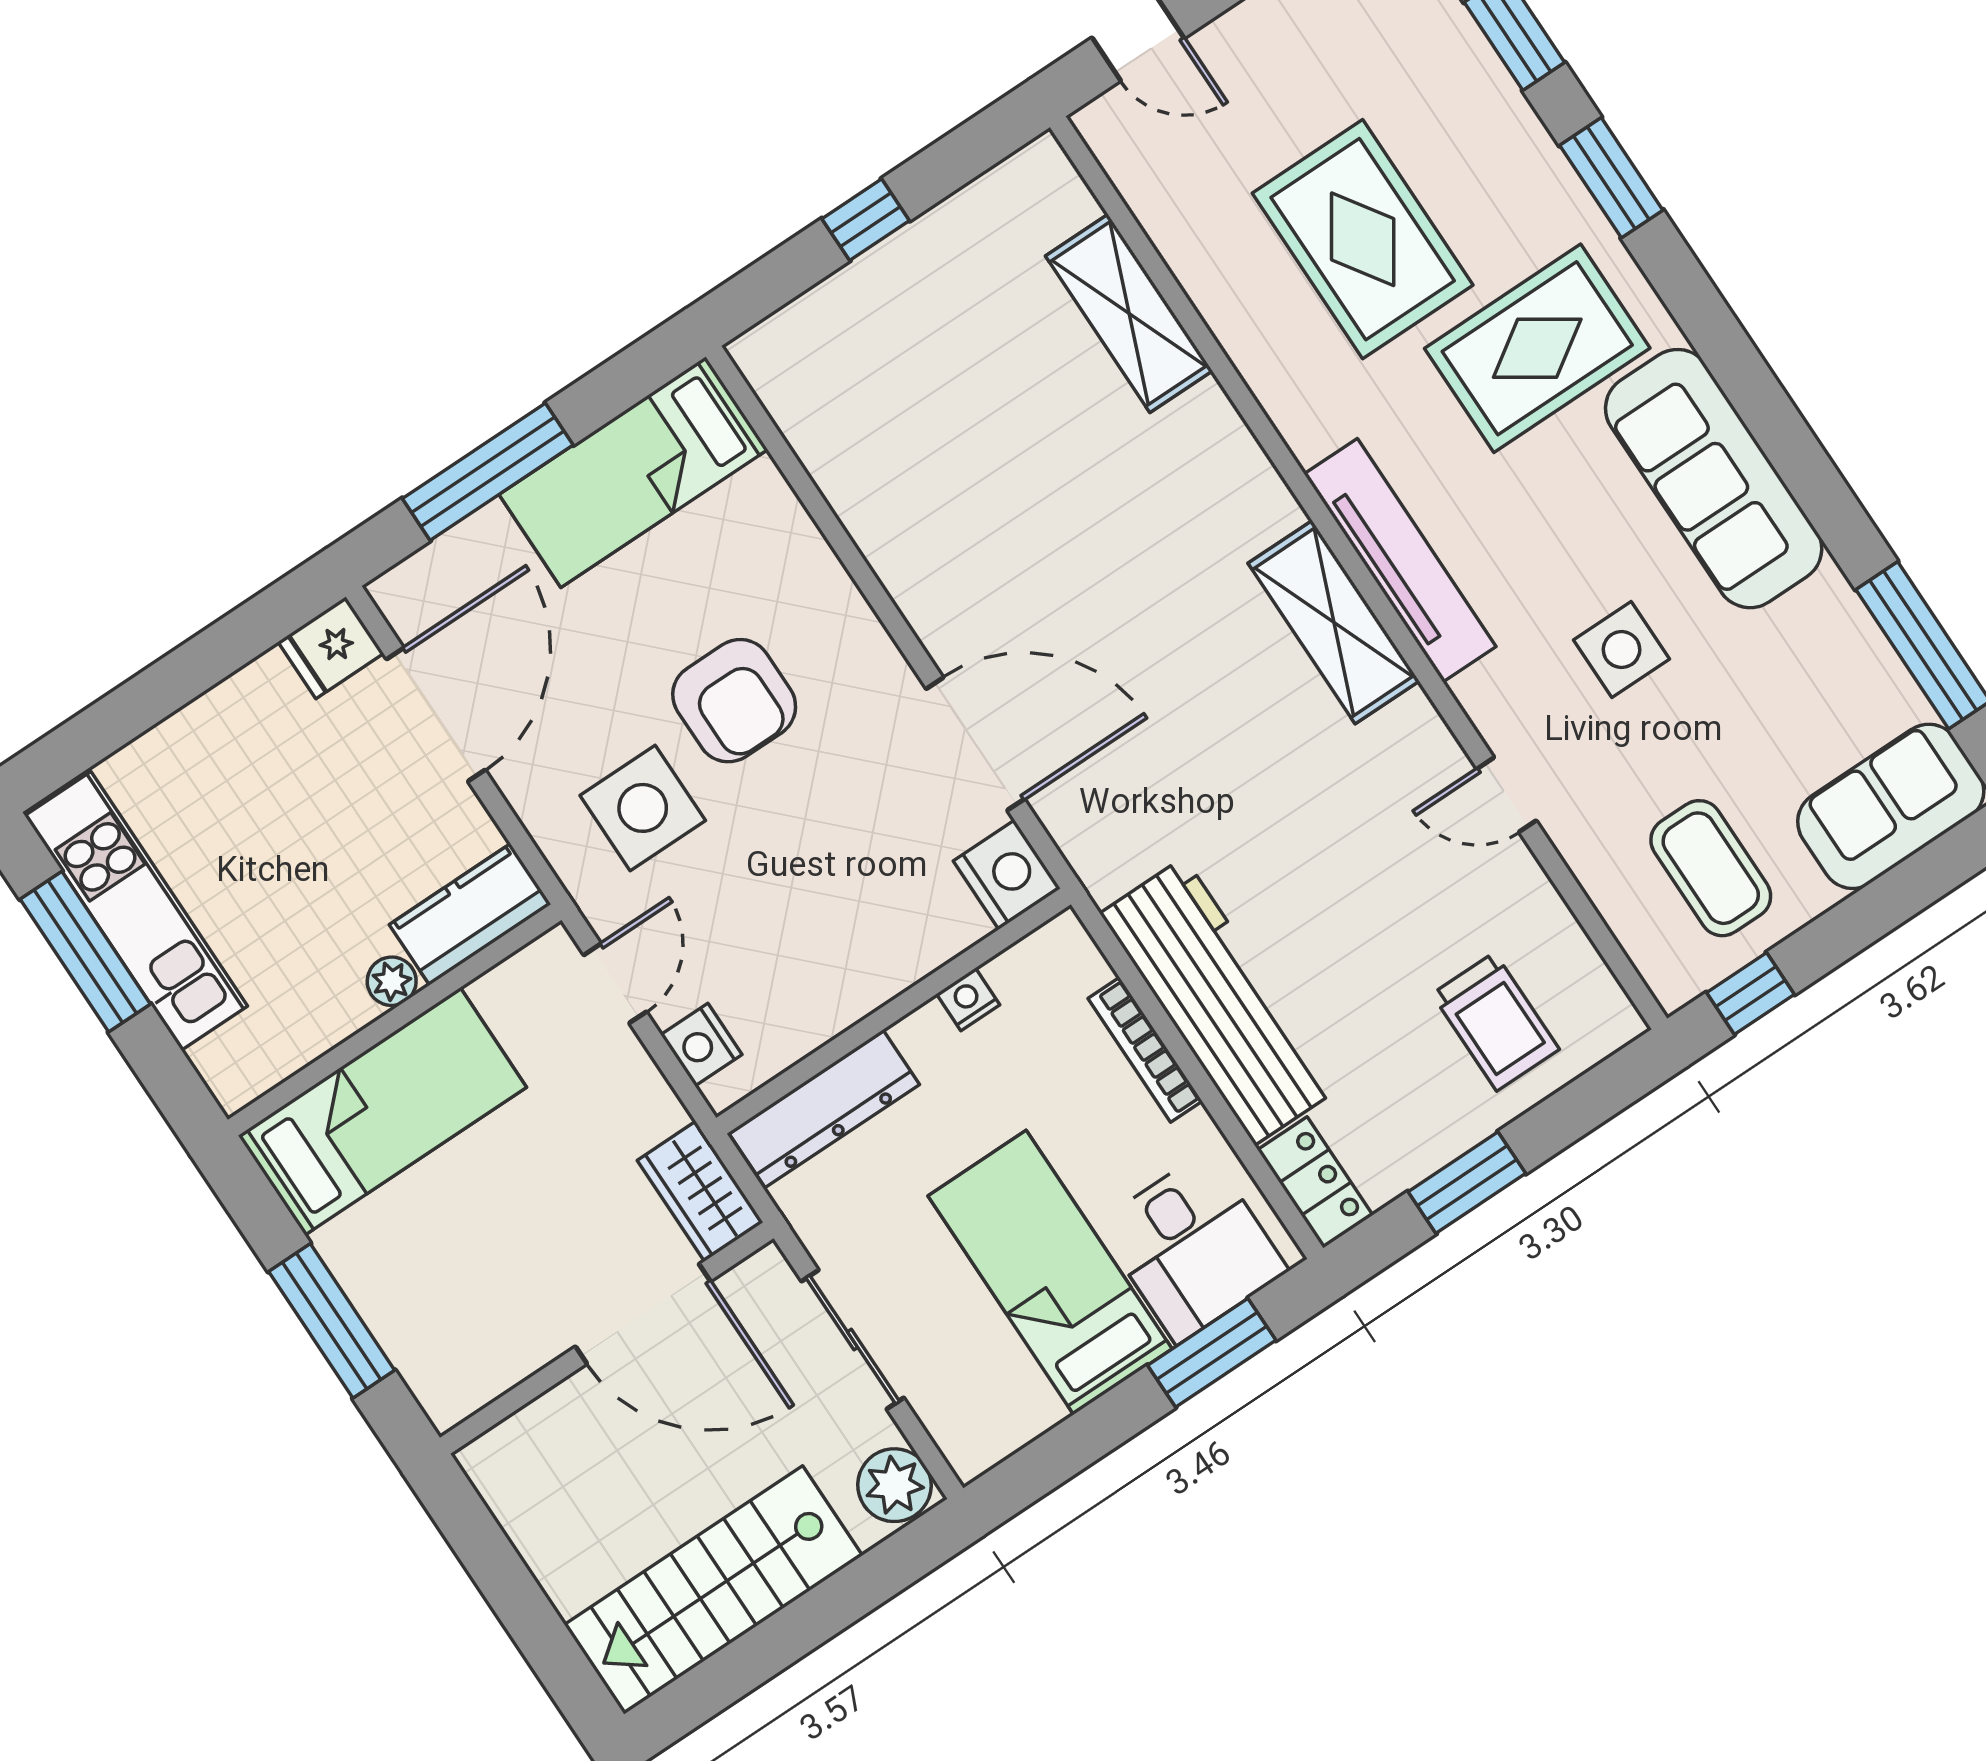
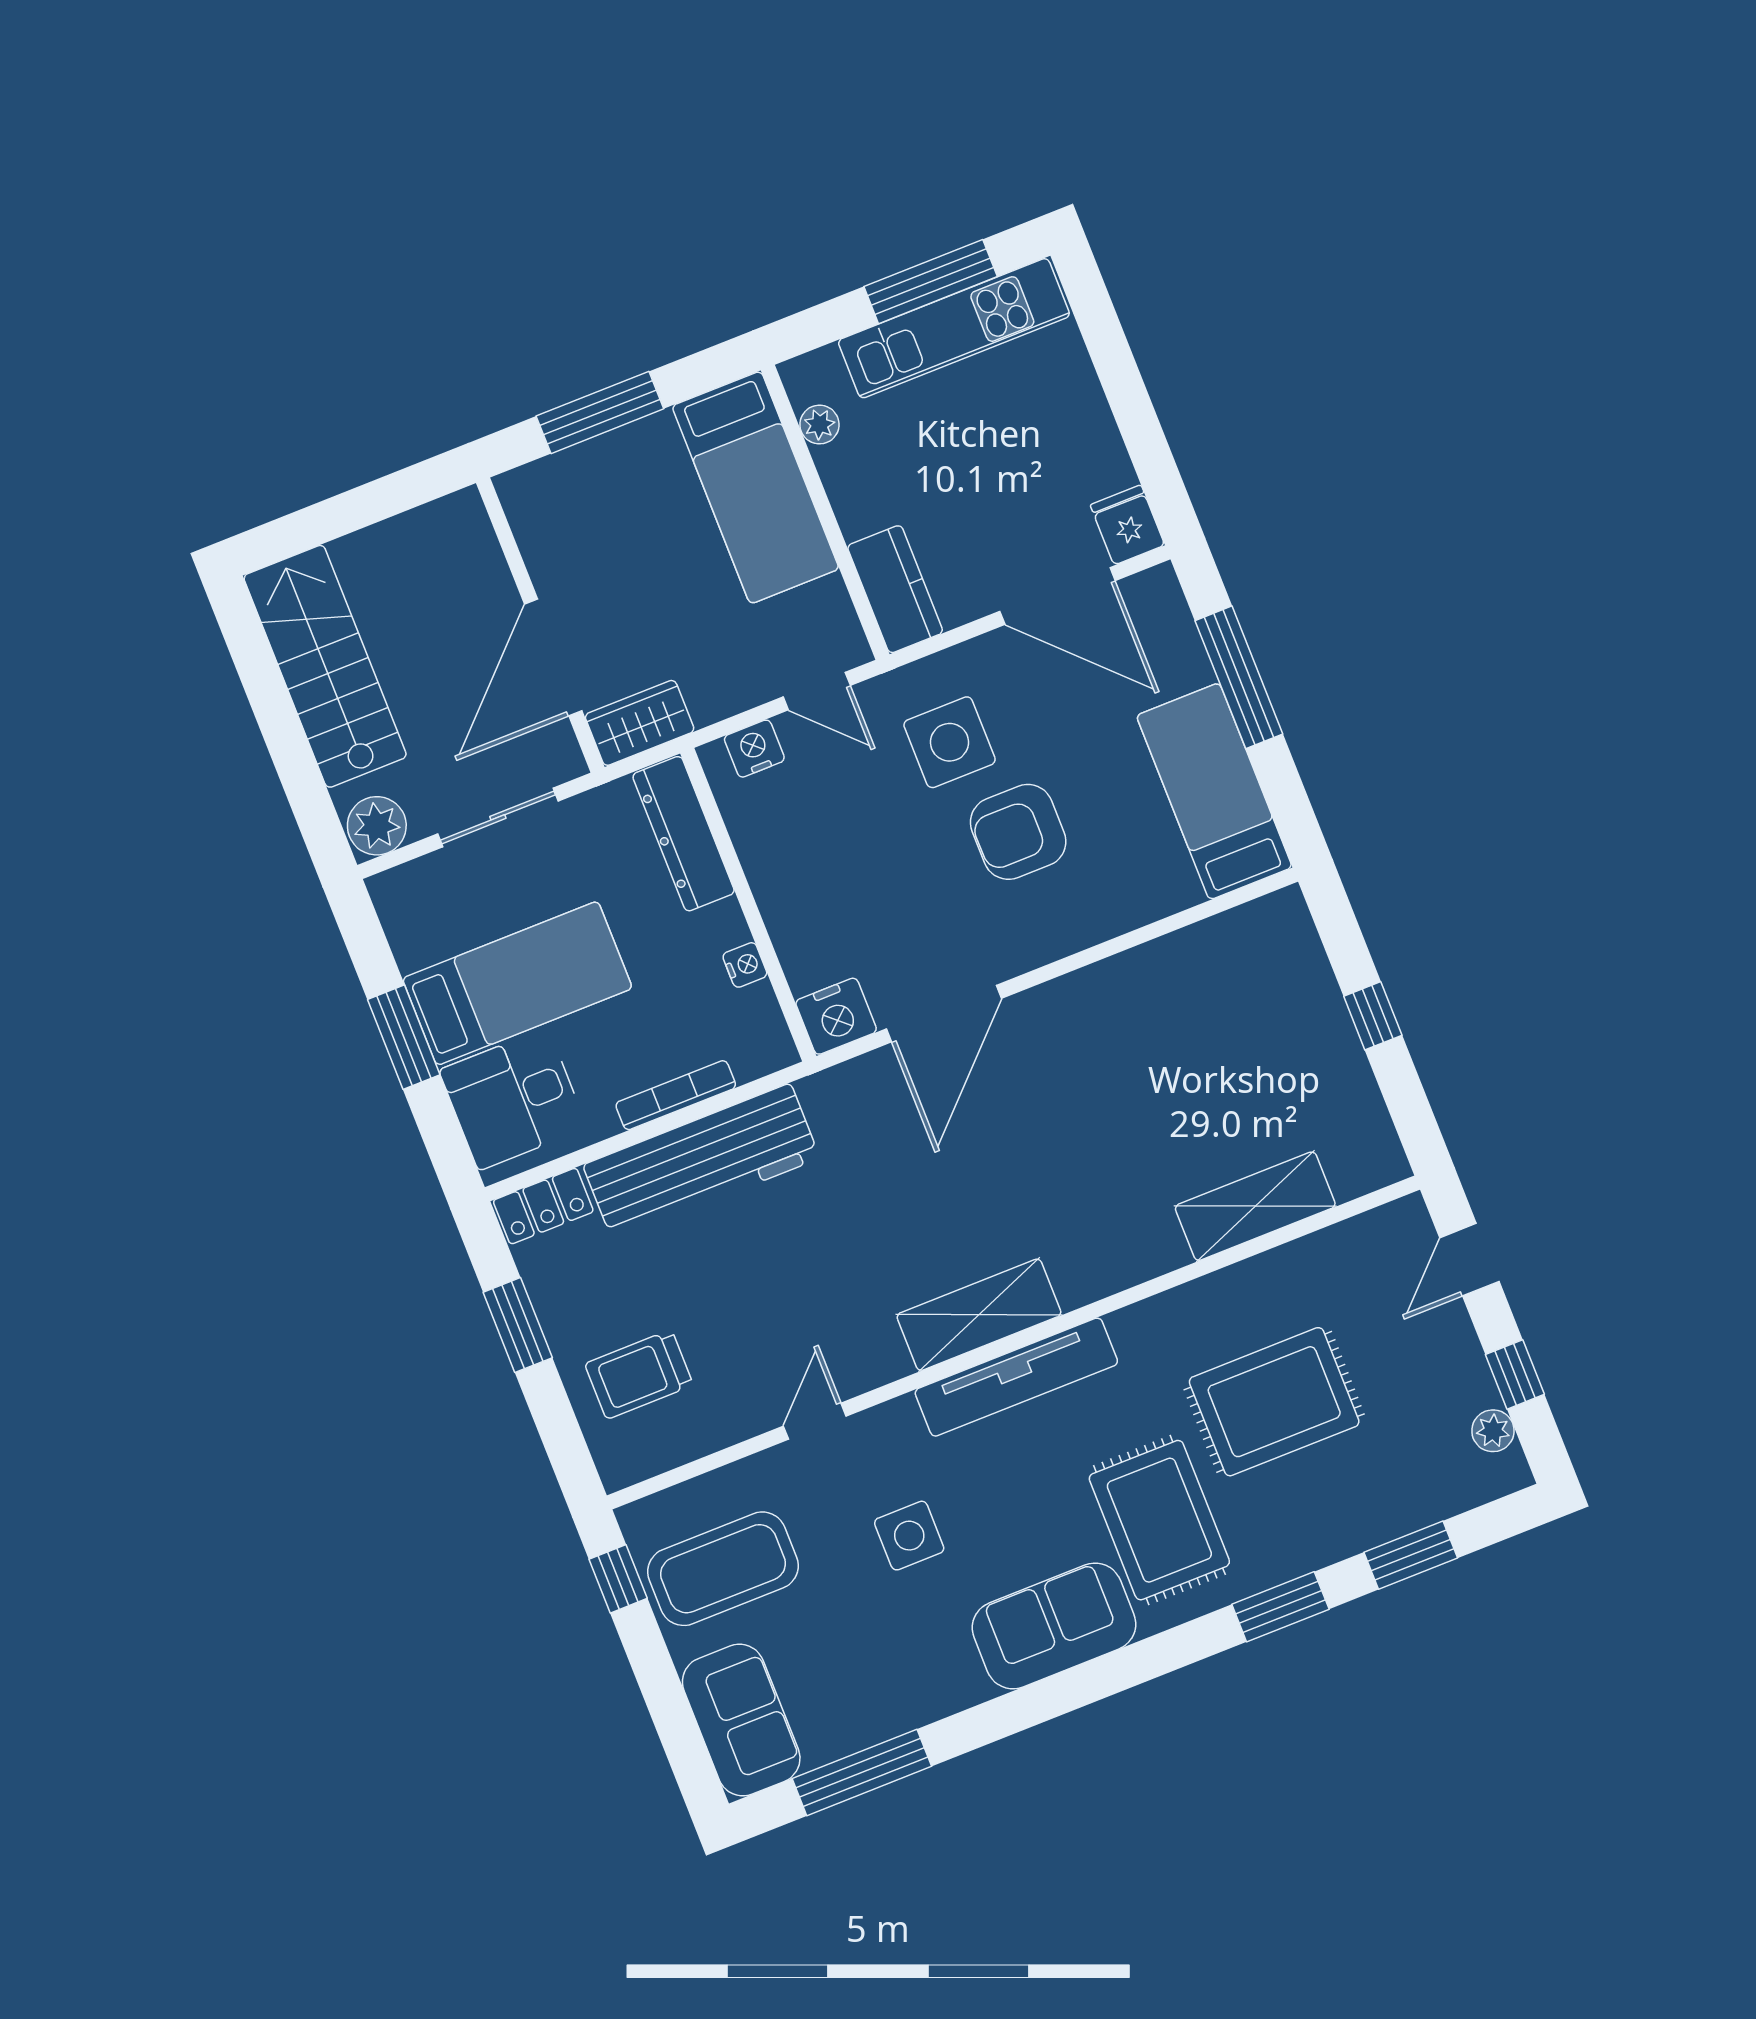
sofa: (1714, 479) -> (1054, 1626), width x0.73
coffee table: (1711, 868) -> (723, 1569), width x1.36, depth x1.32
plant: (392, 981) -> (819, 425), moved
window: (1212, 1353) -> (404, 1037), moved

